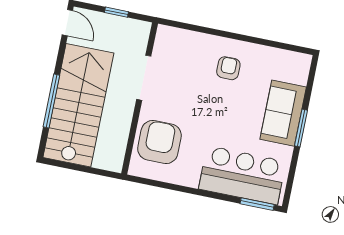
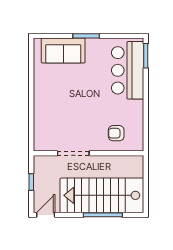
armchair: (228, 68) -> (55, 95), removed
sofa: (283, 113) -> (63, 51), moved
armchair: (159, 142) -> (116, 133), width x0.53, depth x0.53

